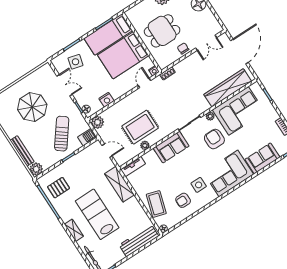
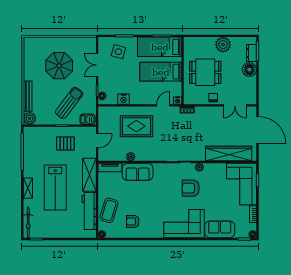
door: (239, 51) -> (257, 130), hinge flipped
bed: (123, 55) -> (161, 72), width x0.67
double door: (65, 85) -> (97, 65), swing flipped
corner sofa: (239, 111) -> (241, 184), moved, turned 90
plant: (97, 122) -> (104, 113), removed
rug: (140, 127) -> (136, 126), moved
armchair: (214, 139) -> (191, 188), turned -90
sofa: (171, 147) -> (138, 172), moved
door: (107, 151) -> (97, 141), hinge flipped
side table: (199, 185) -> (154, 217), removed
pallet: (59, 188) -> (65, 144), moved
lab bench: (97, 214) -> (55, 187), turned 180
workbench: (139, 241) -> (89, 211), moved, turned -90

